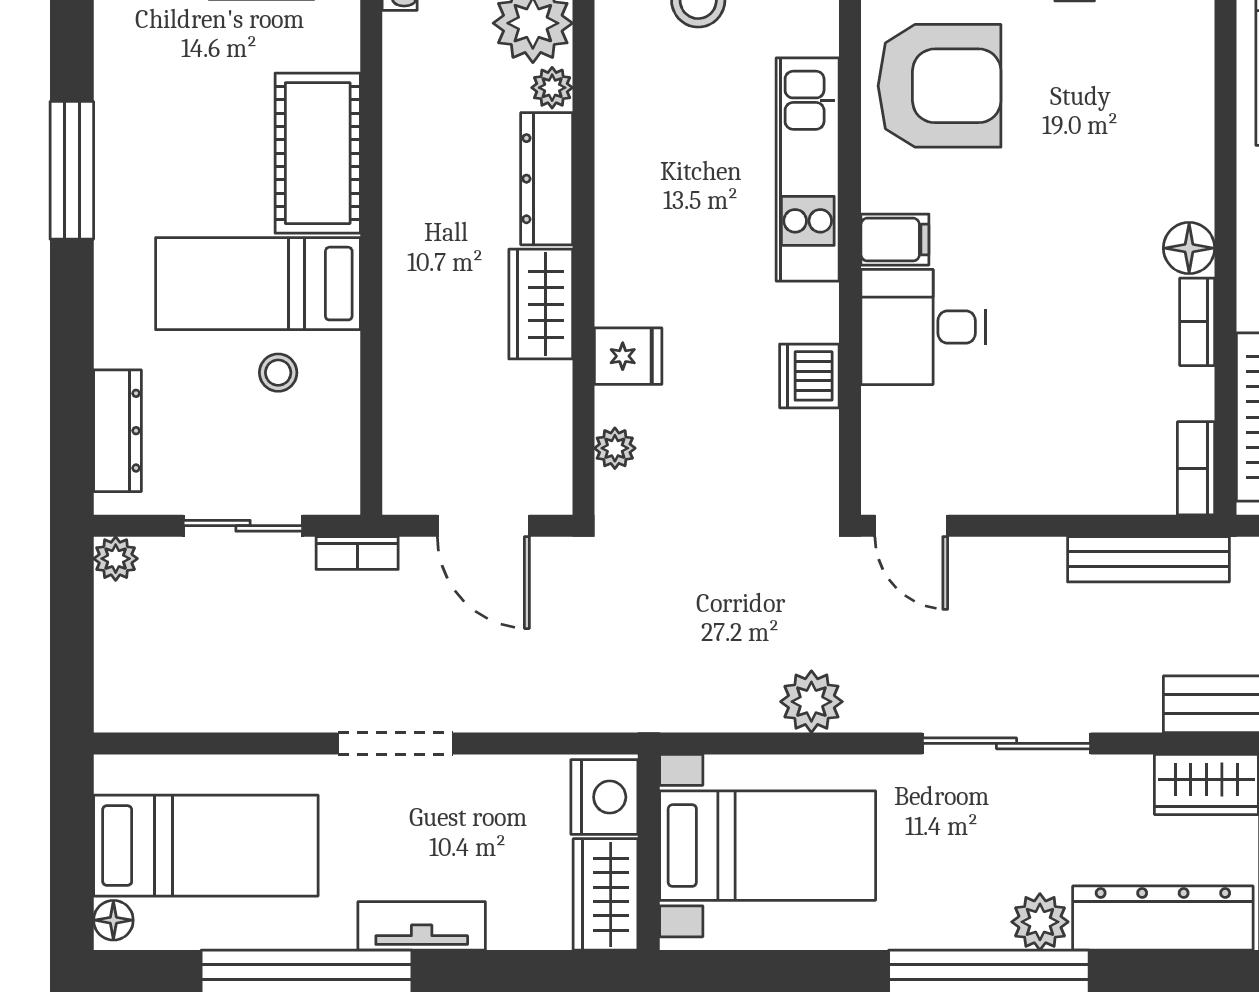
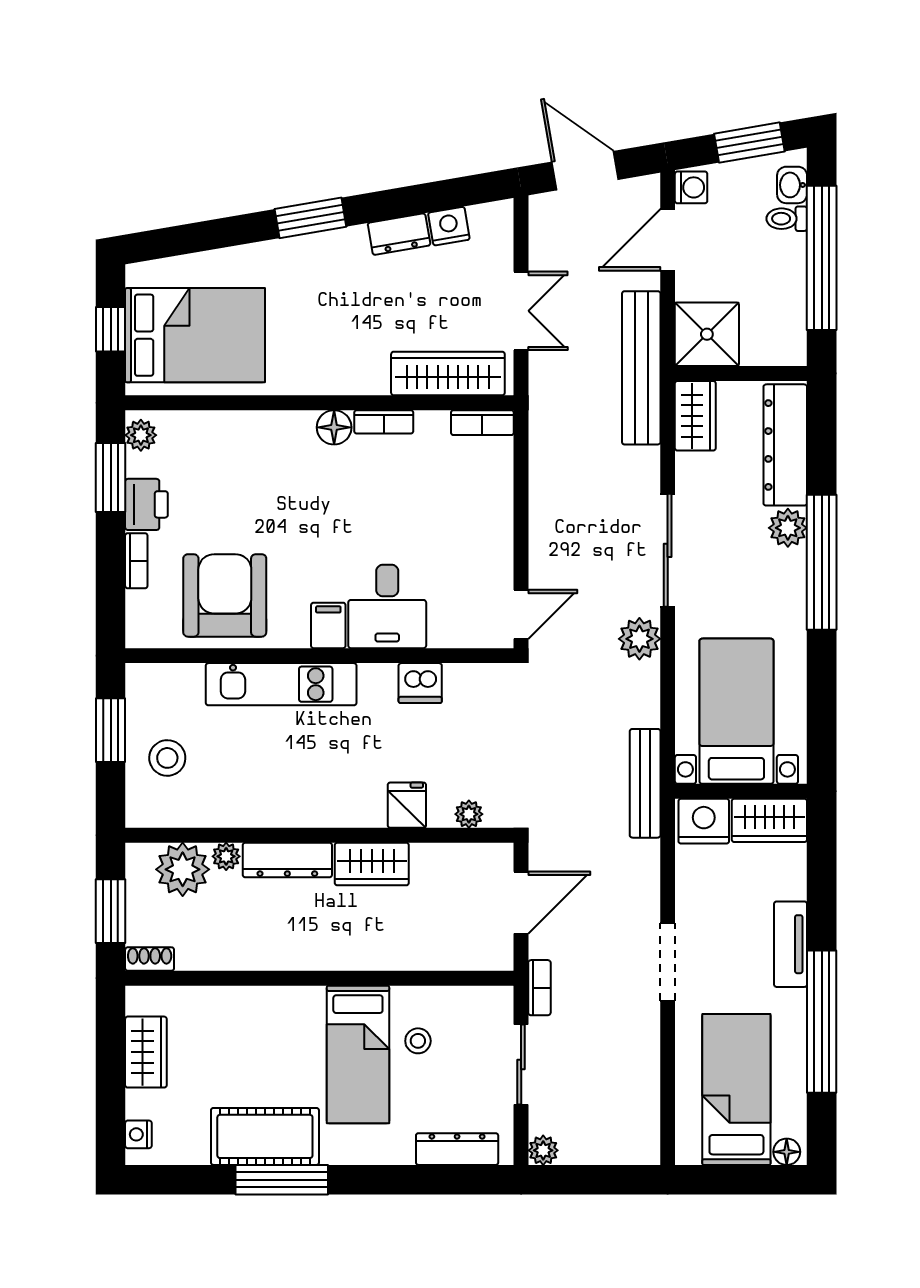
cot: (318, 153) -> (265, 1136), moved
bench: (1148, 559) -> (645, 783), moved
plant: (811, 702) -> (639, 639), moved

